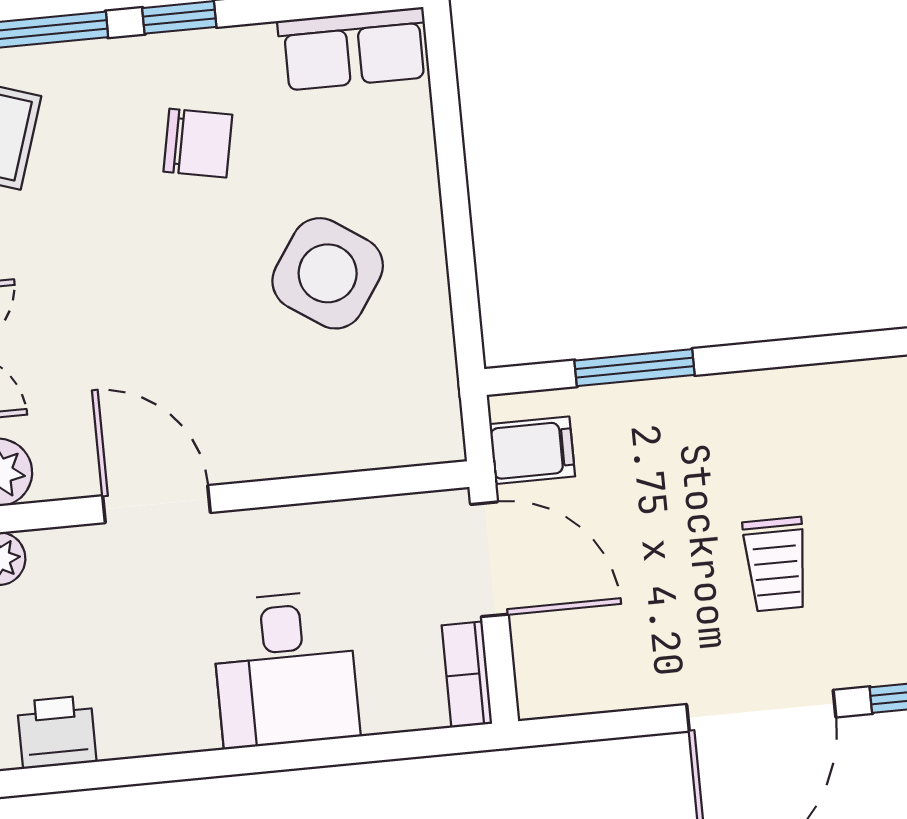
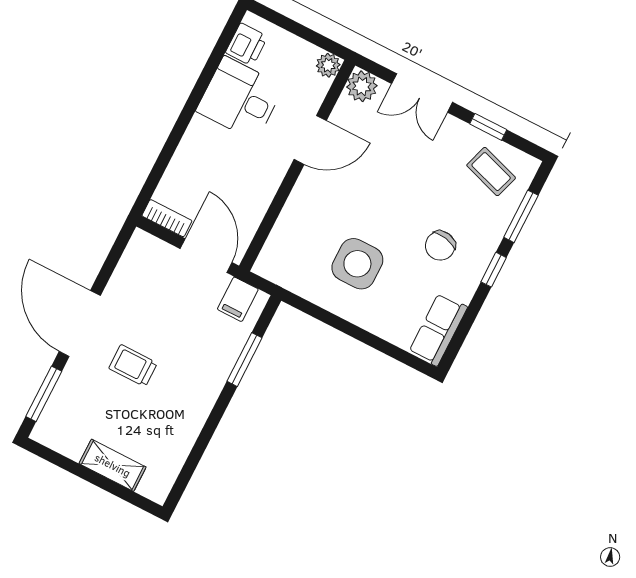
side table: (328, 273) -> (357, 264), turned -34
door: (489, 559) -> (206, 256), swing flipped
desk: (285, 669) -> (240, 99), moved

